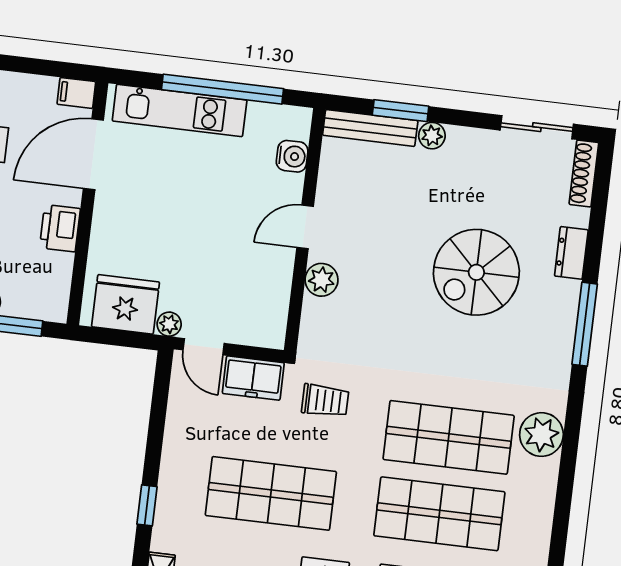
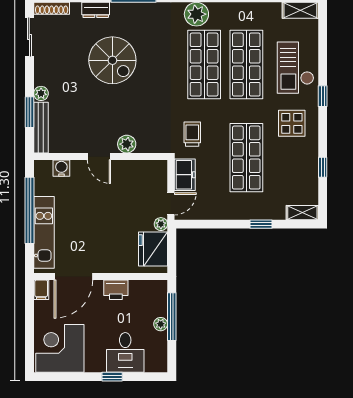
door: (93, 154) -> (73, 276), hinge flipped

